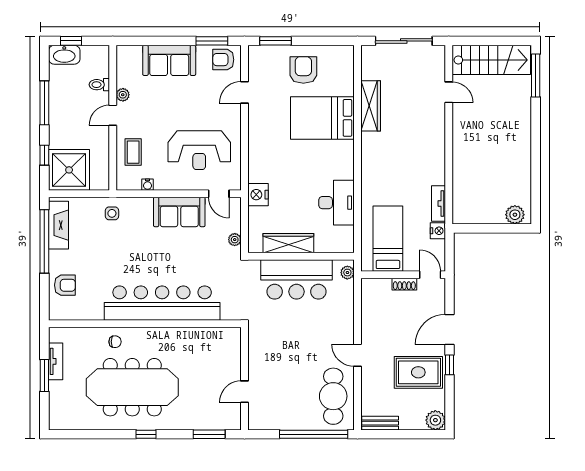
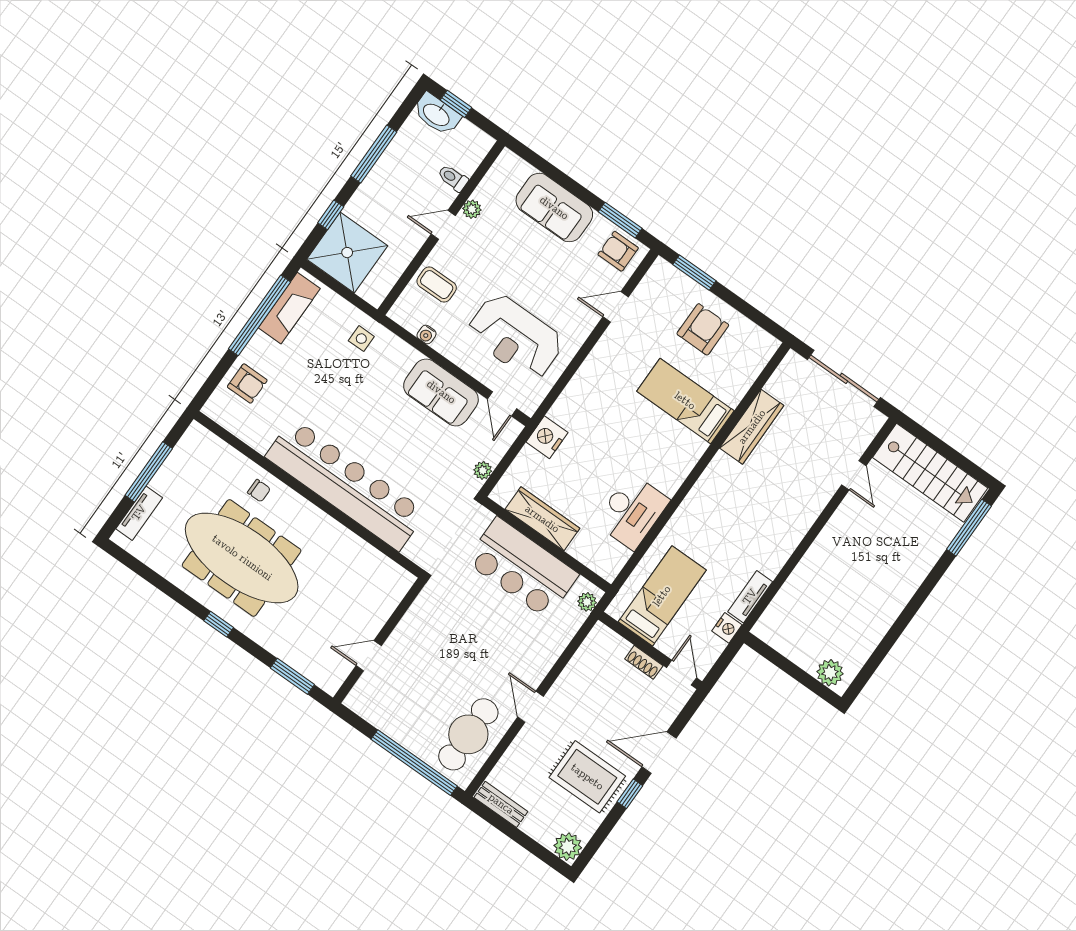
bed: (322, 118) -> (685, 401), width x0.67
coffee table: (133, 152) -> (437, 285), turned 90
tv unit: (56, 361) -> (139, 513), moved
window: (44, 376) -> (149, 472), width x1.44

